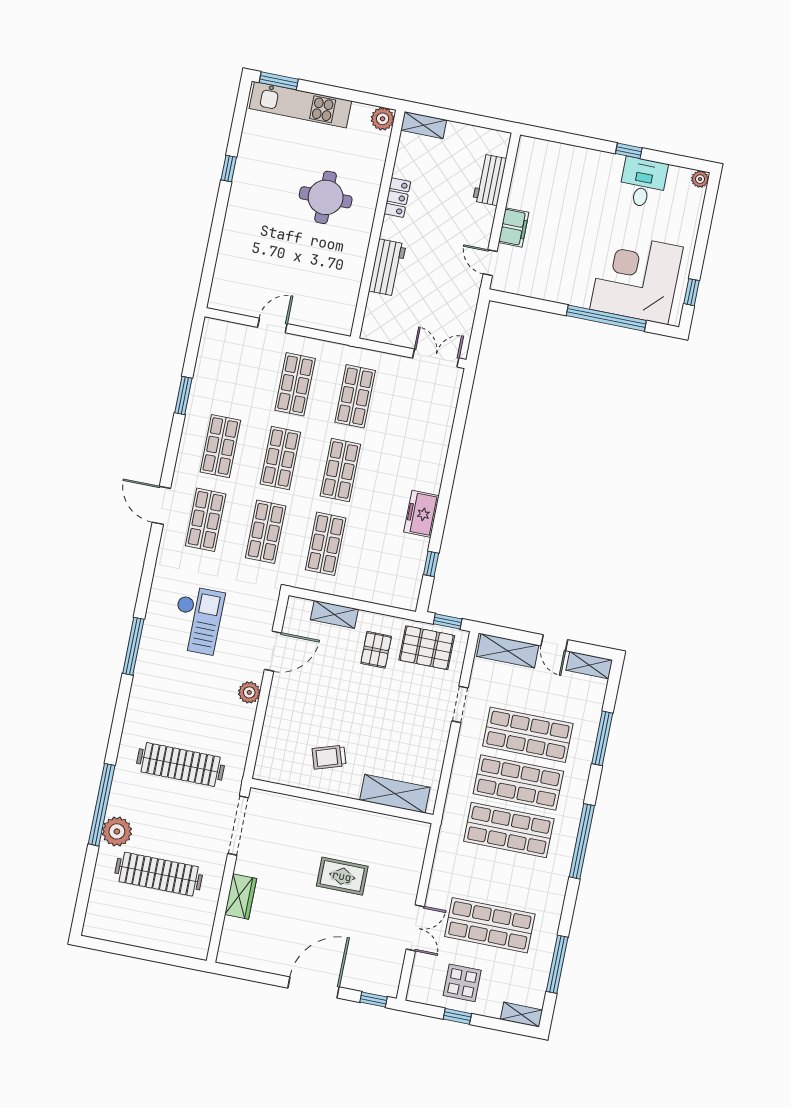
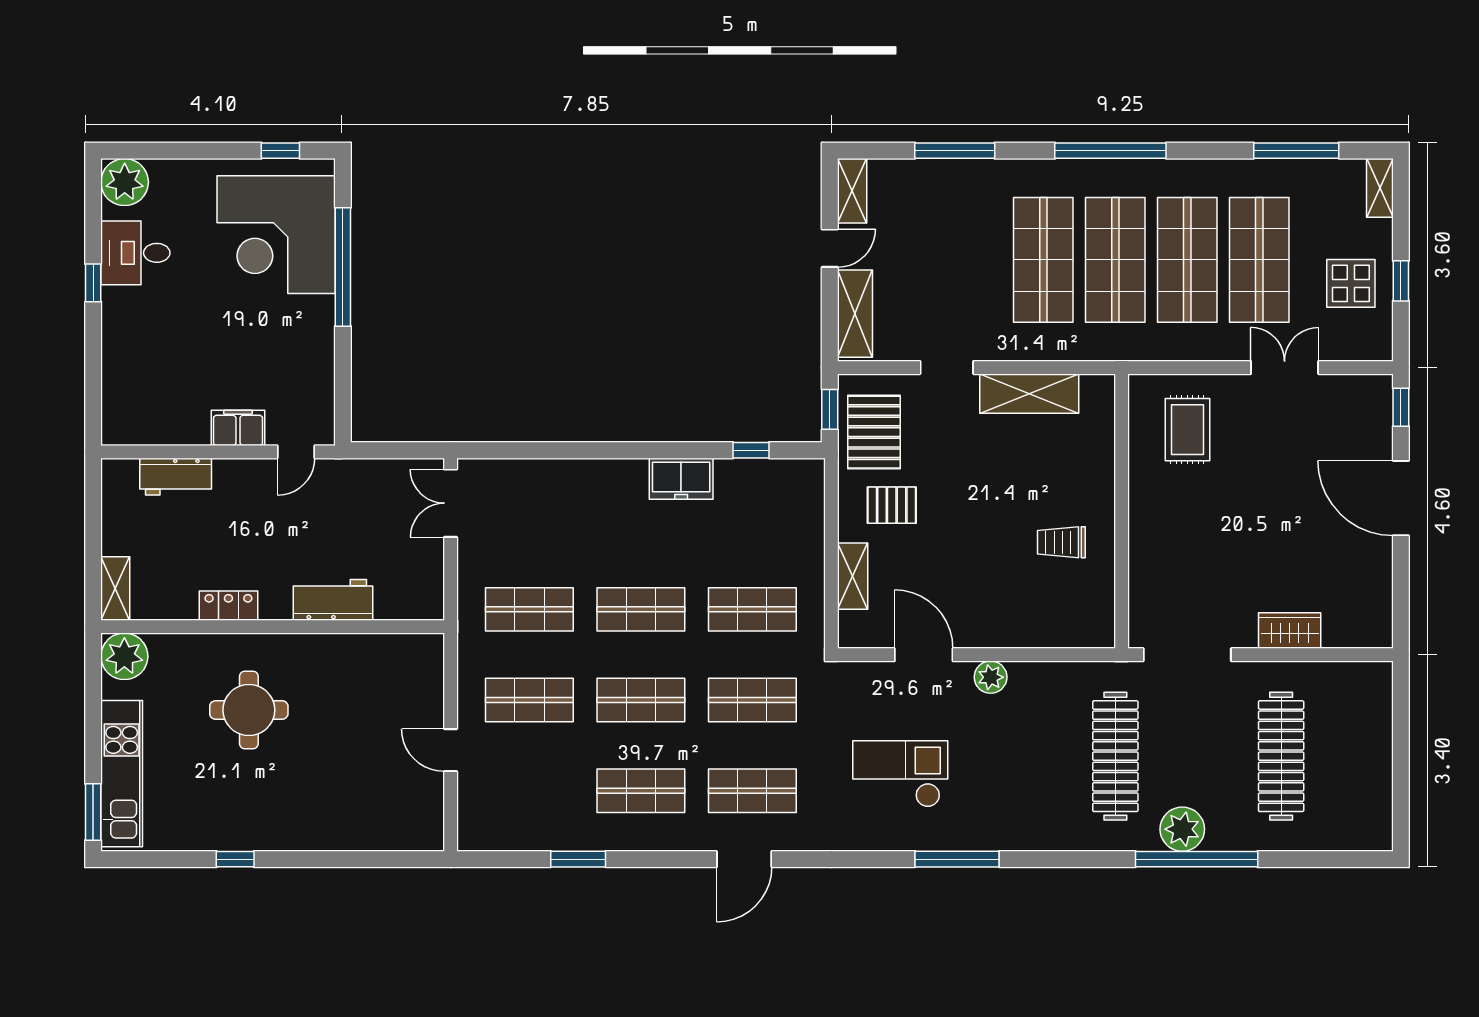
plant: (383, 119) -> (124, 656), width x1.36, depth x1.36
plant: (700, 179) -> (125, 182), width x1.88, depth x1.88
shop shelf: (528, 735) -> (1187, 260), moved
trolley: (329, 757) -> (1061, 542), turned 108
shelving: (395, 794) -> (1029, 394), moved, turned 90
plant: (117, 831) -> (1182, 829), moved
rug: (342, 876) -> (1187, 430), moved

